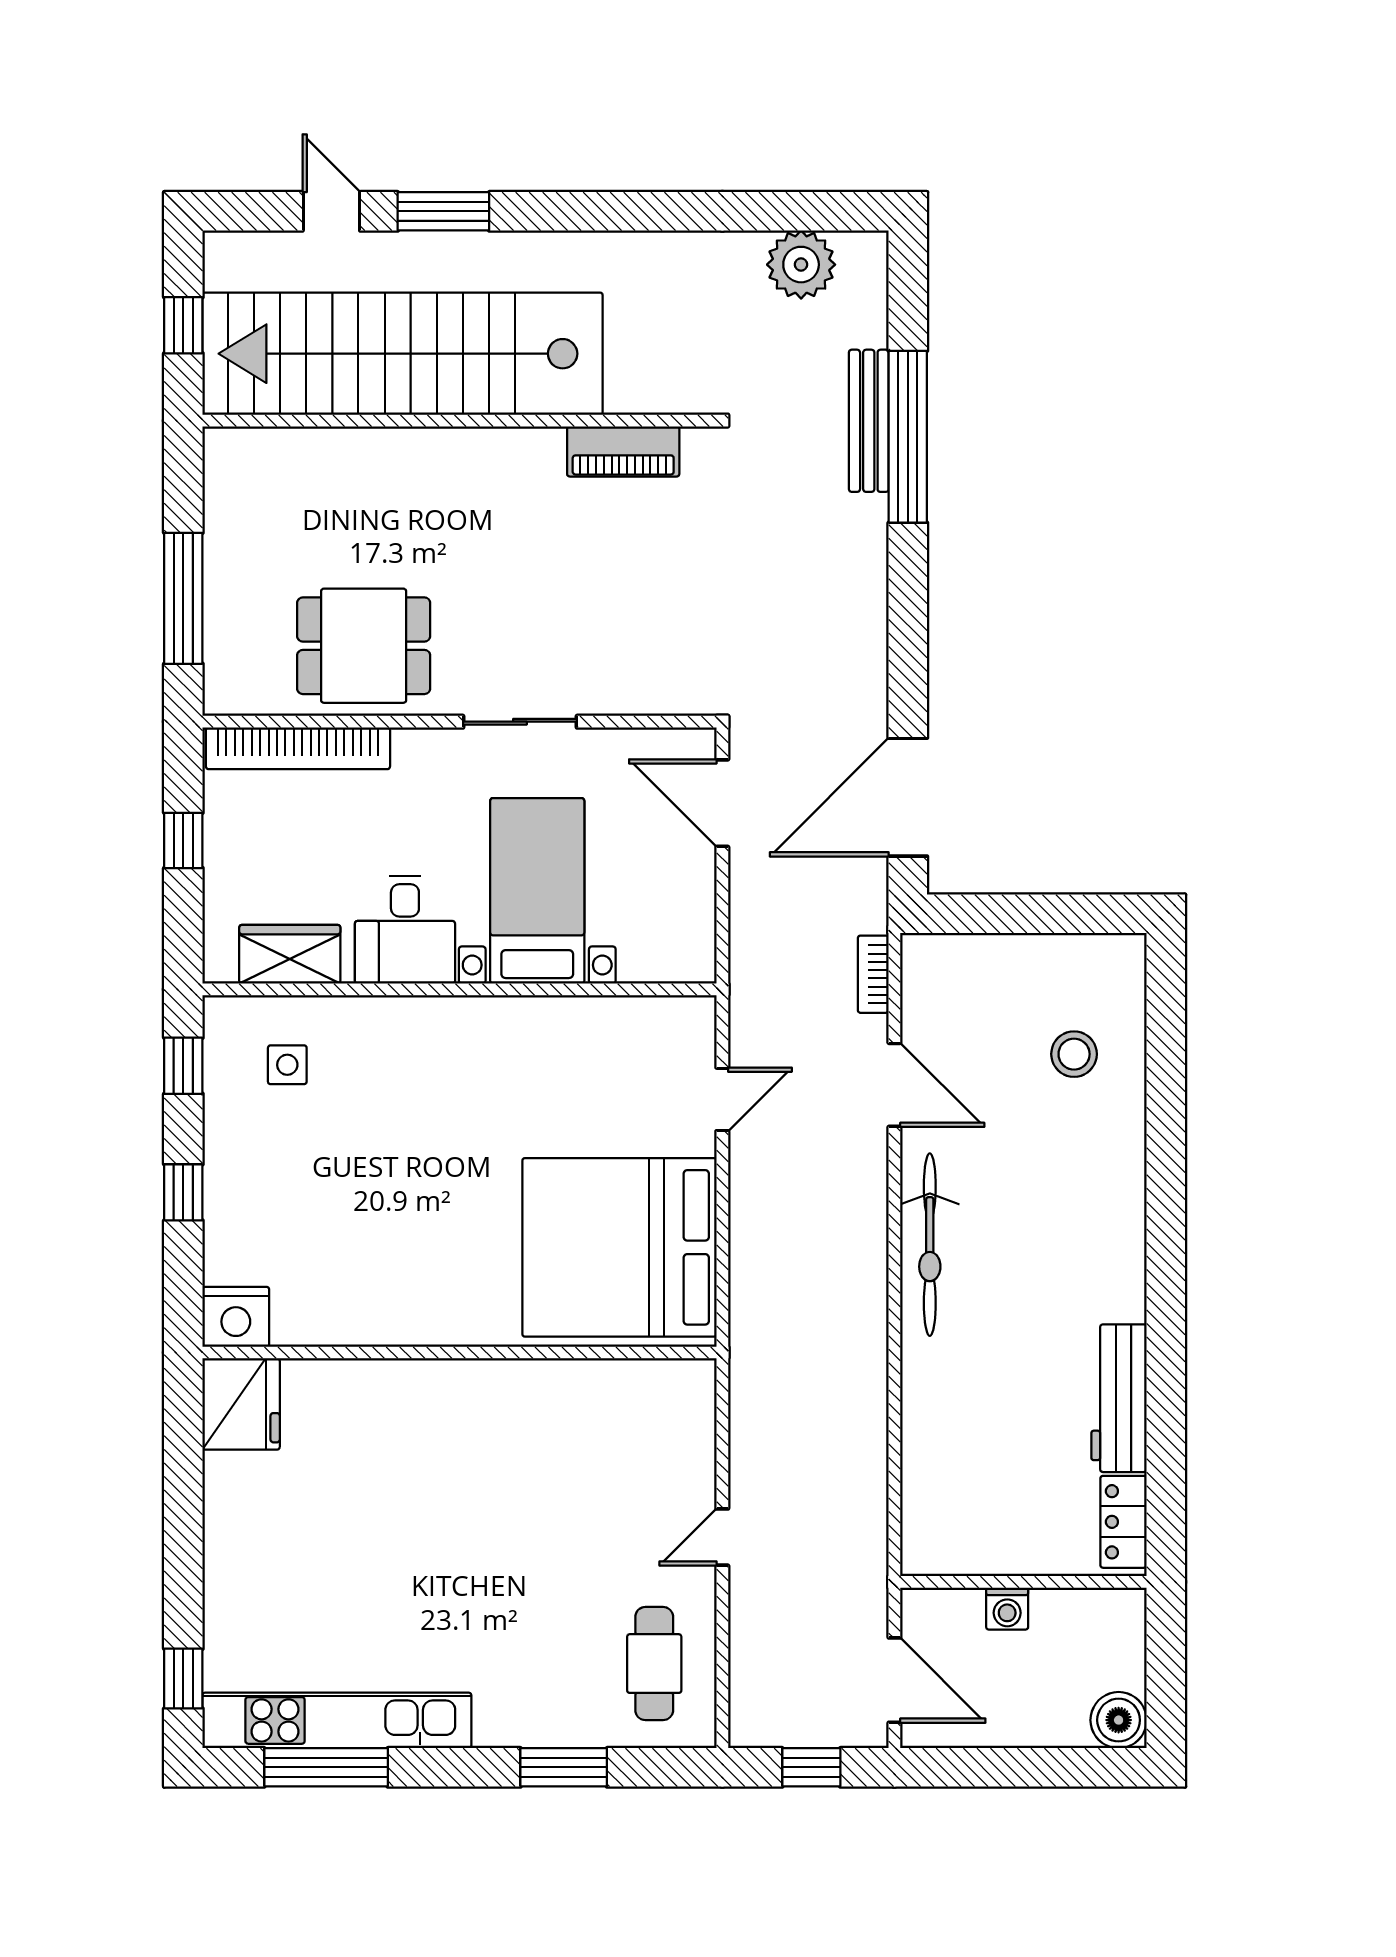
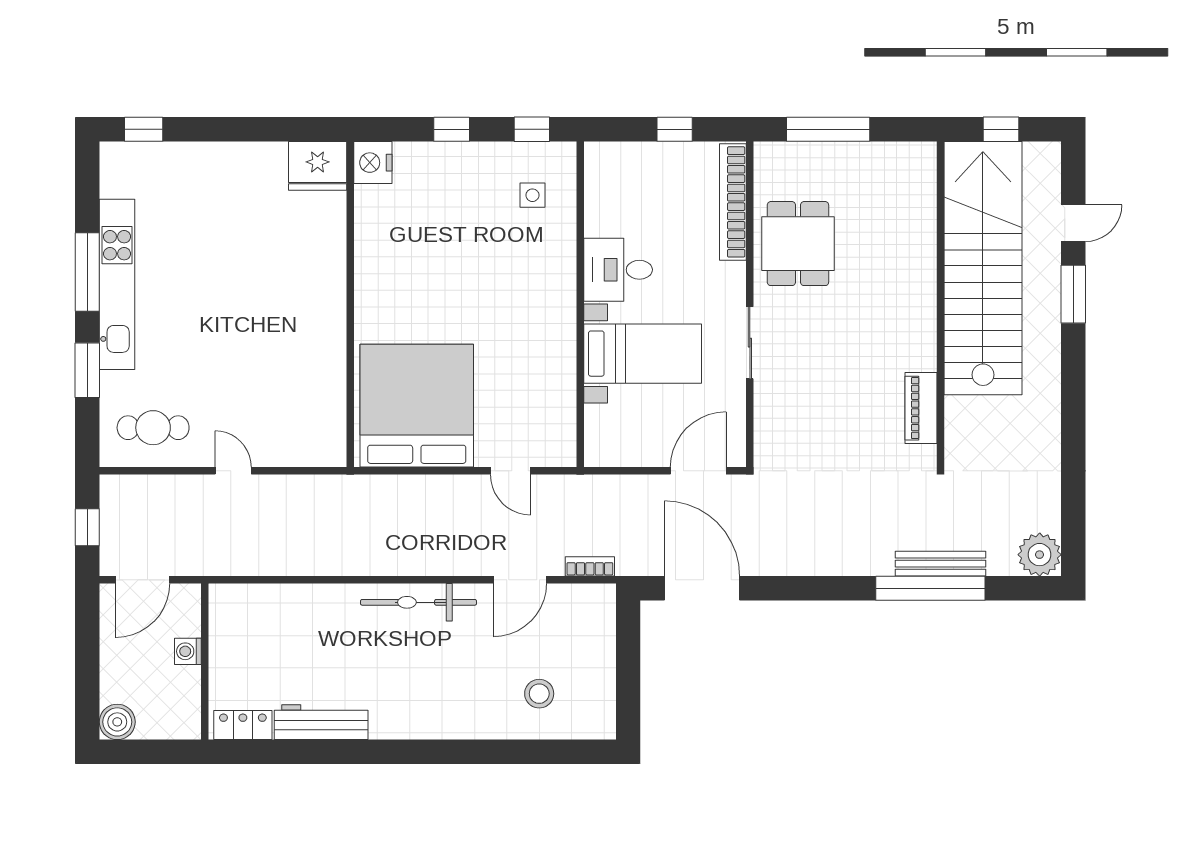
plant: (801, 265) -> (1040, 555), moved
wardrobe: (290, 954) -> (602, 197), removed
kitchen unit: (337, 1720) -> (117, 284), moved
window: (326, 1767) -> (87, 272), moved

